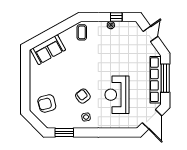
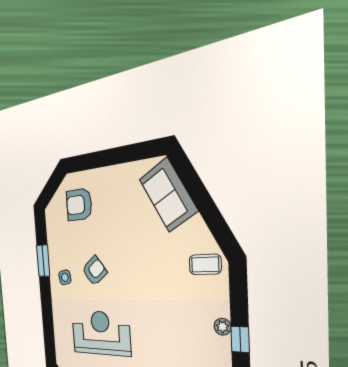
armchair: (47, 103) -> (79, 205), turned -75
window: (64, 132) -> (43, 261), moved

